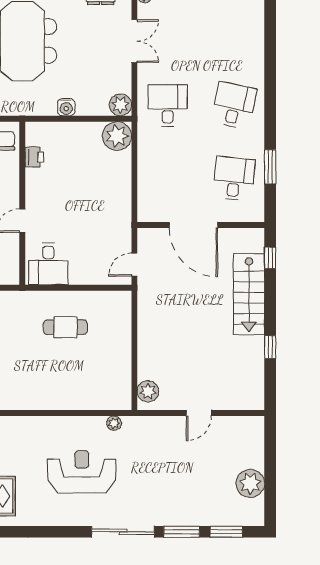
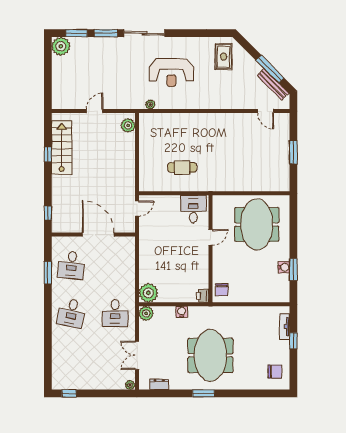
printer: (34, 157) -> (203, 296), moved
stairs: (249, 294) -> (62, 148), moved
plant: (250, 483) -> (61, 46), moved

